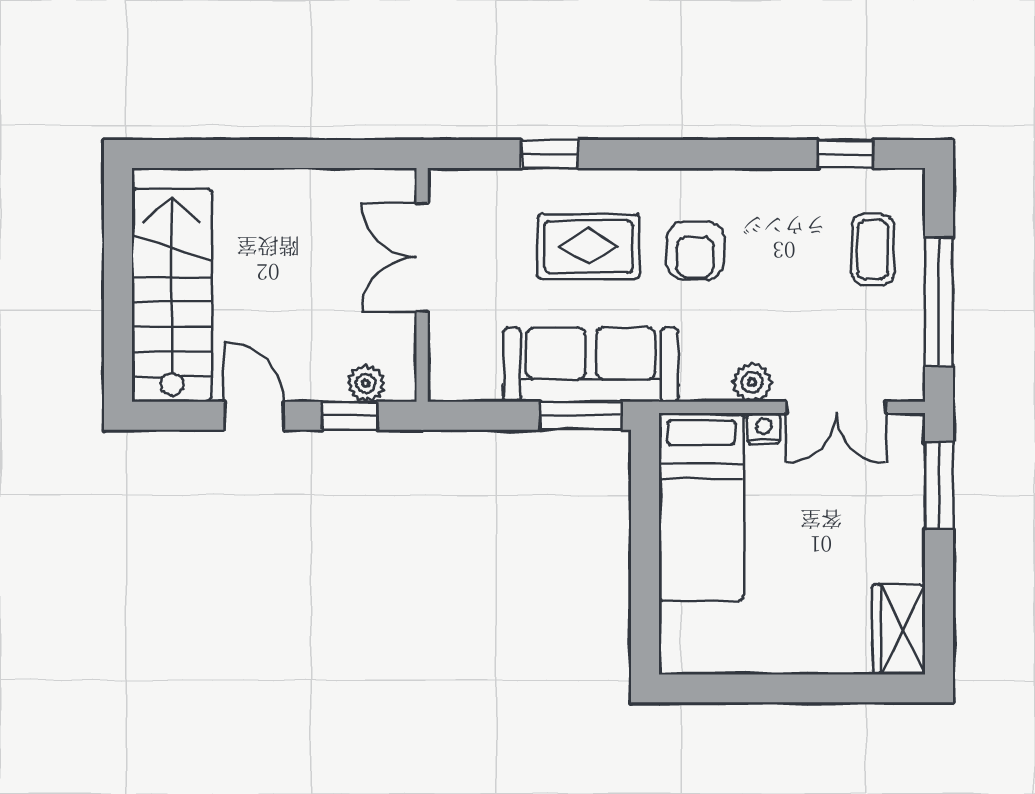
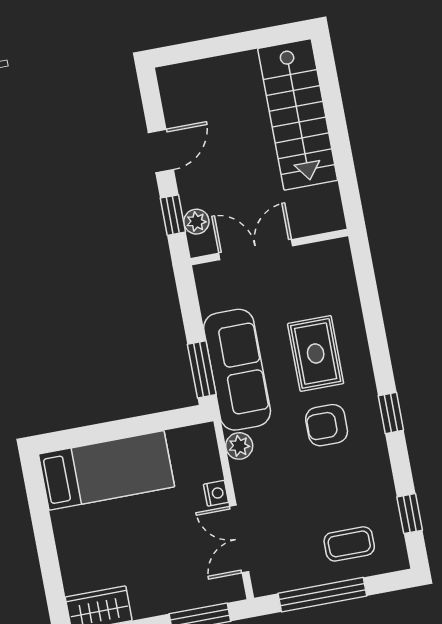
window: (549, 154) -> (391, 413), moved
double door: (422, 257) -> (256, 250), moved
stairs: (172, 295) -> (298, 114), moved, turned 90
plant: (752, 382) -> (239, 446), moved
bed: (701, 507) -> (107, 470), moved, turned 180

